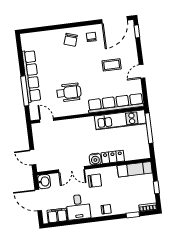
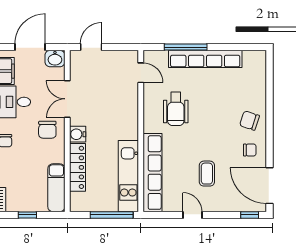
door: (47, 120) -> (141, 73), hinge flipped
locker: (113, 157) -> (77, 167), width x1.53

